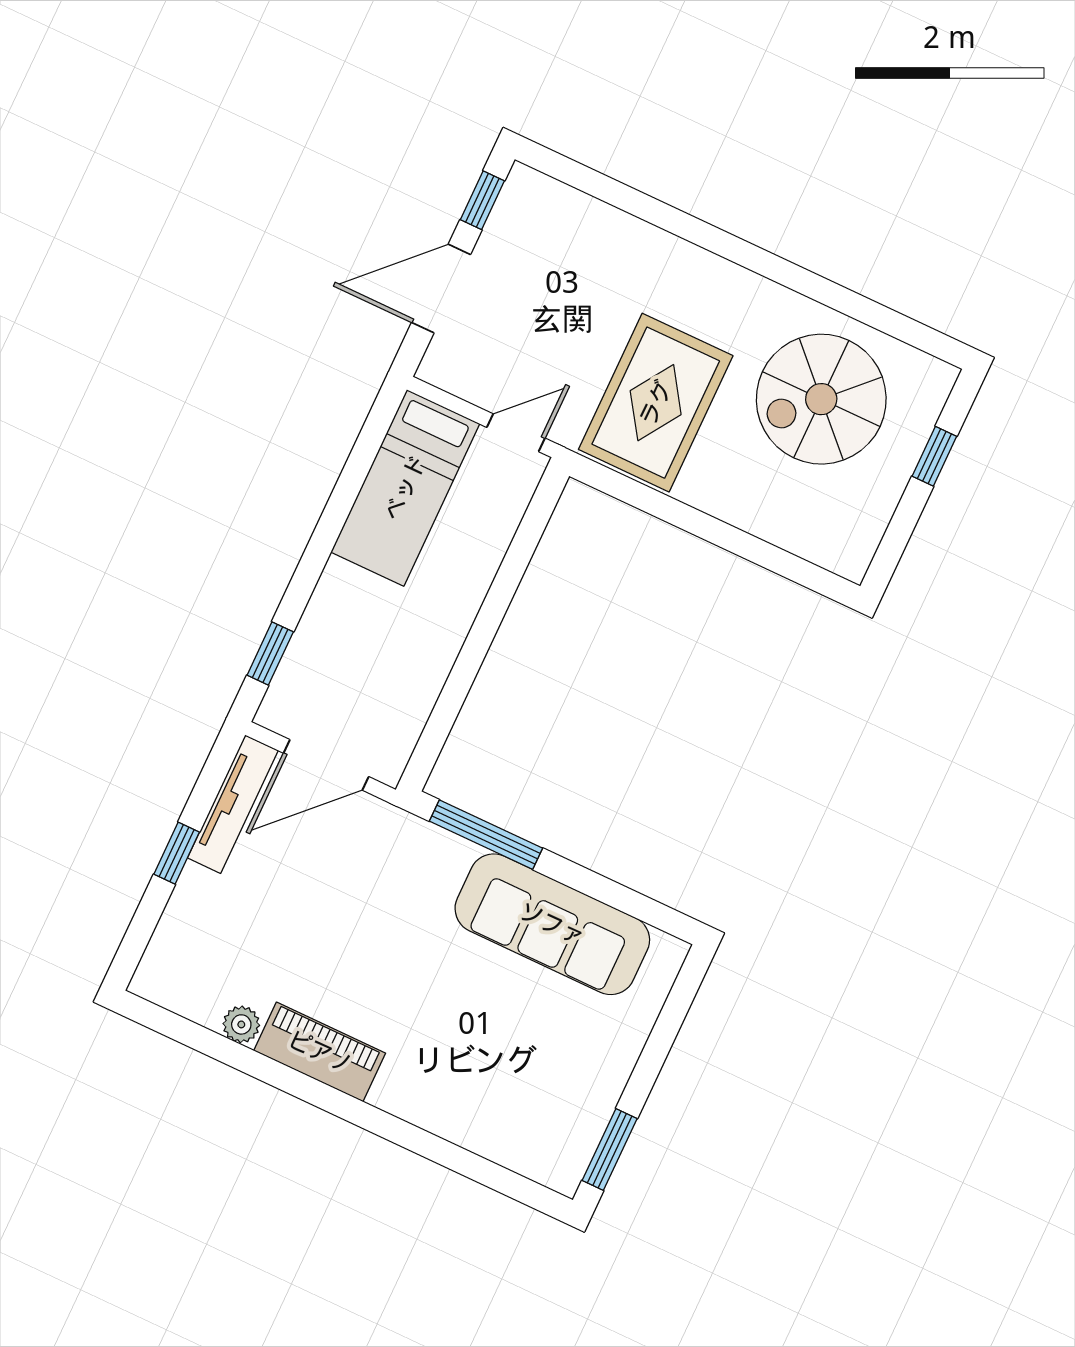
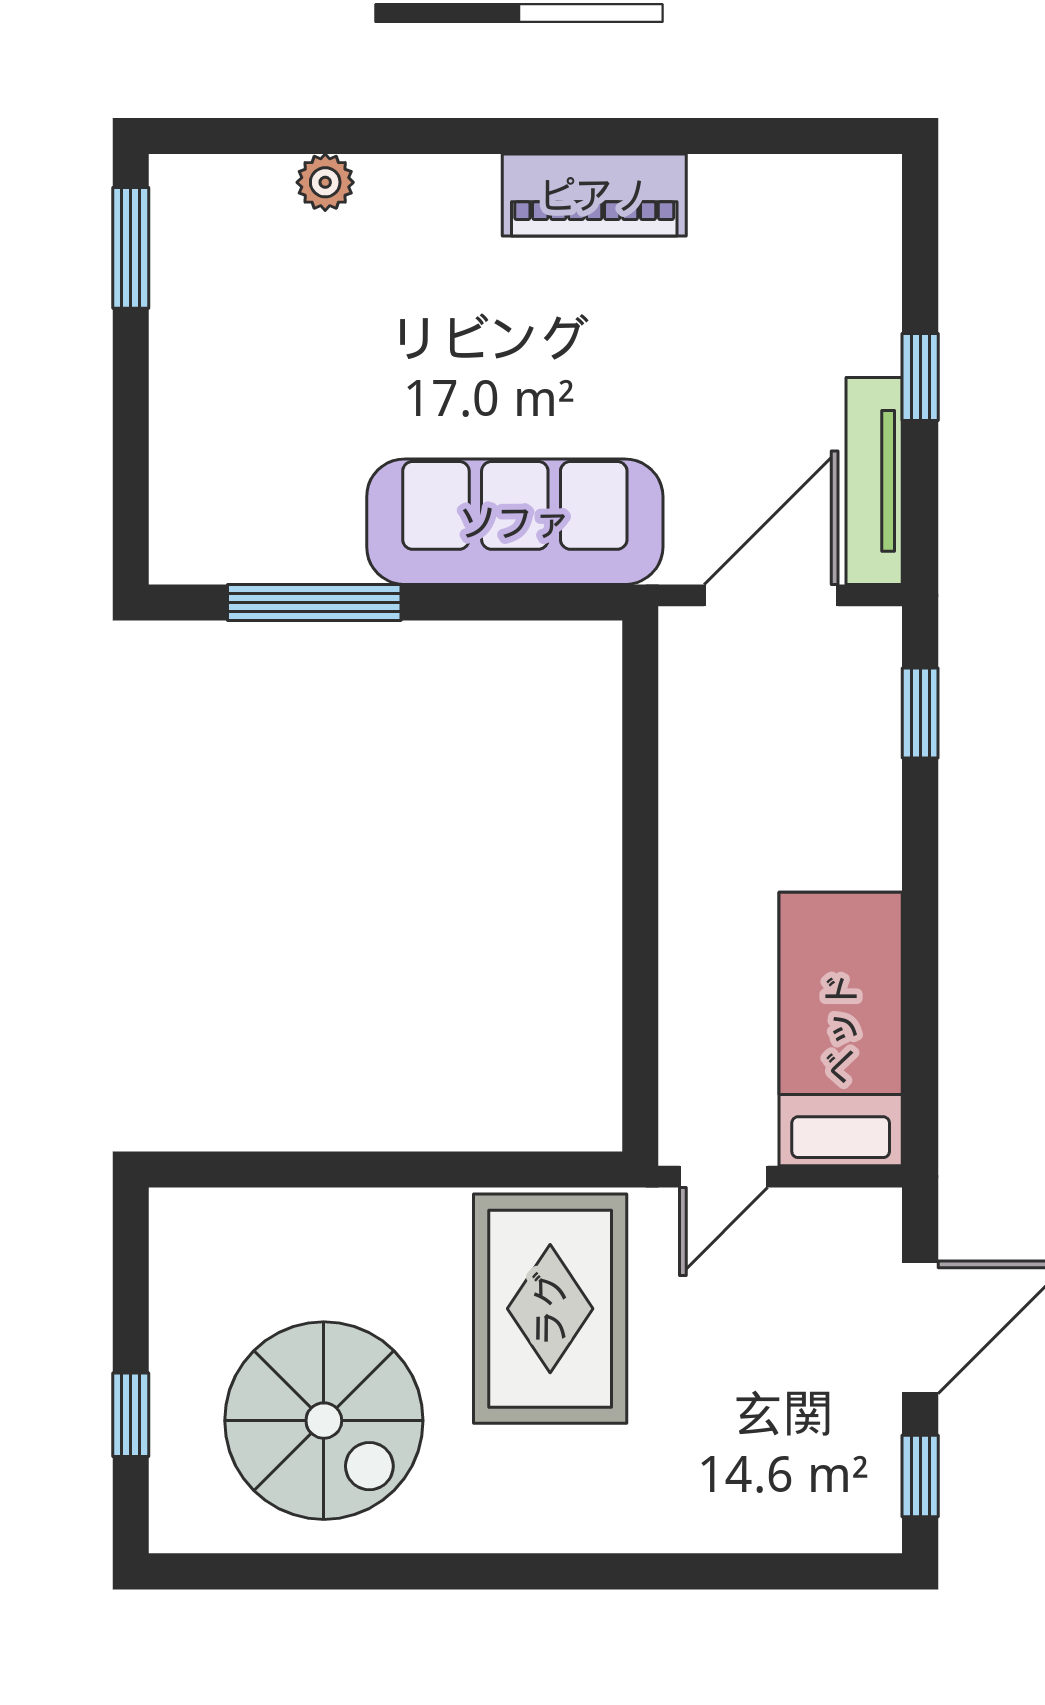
spiral stairs: (821, 399) -> (324, 1421), turned 90
window: (486, 835) -> (314, 603), moved
sofa: (552, 924) -> (515, 522), moved
plant: (241, 1024) -> (325, 182), moved

